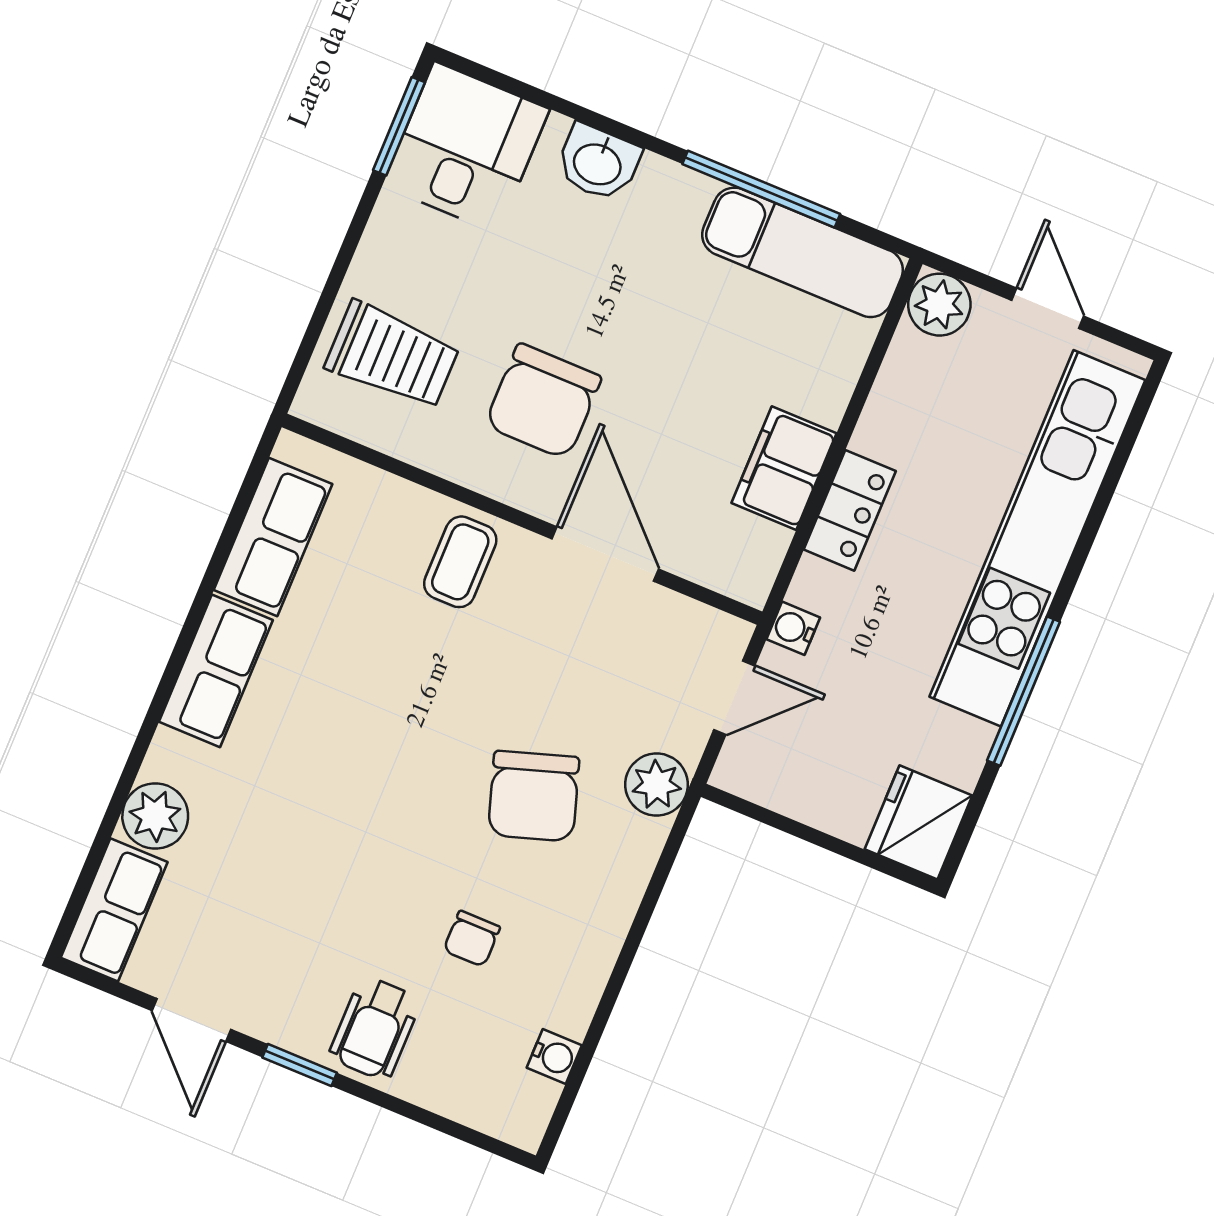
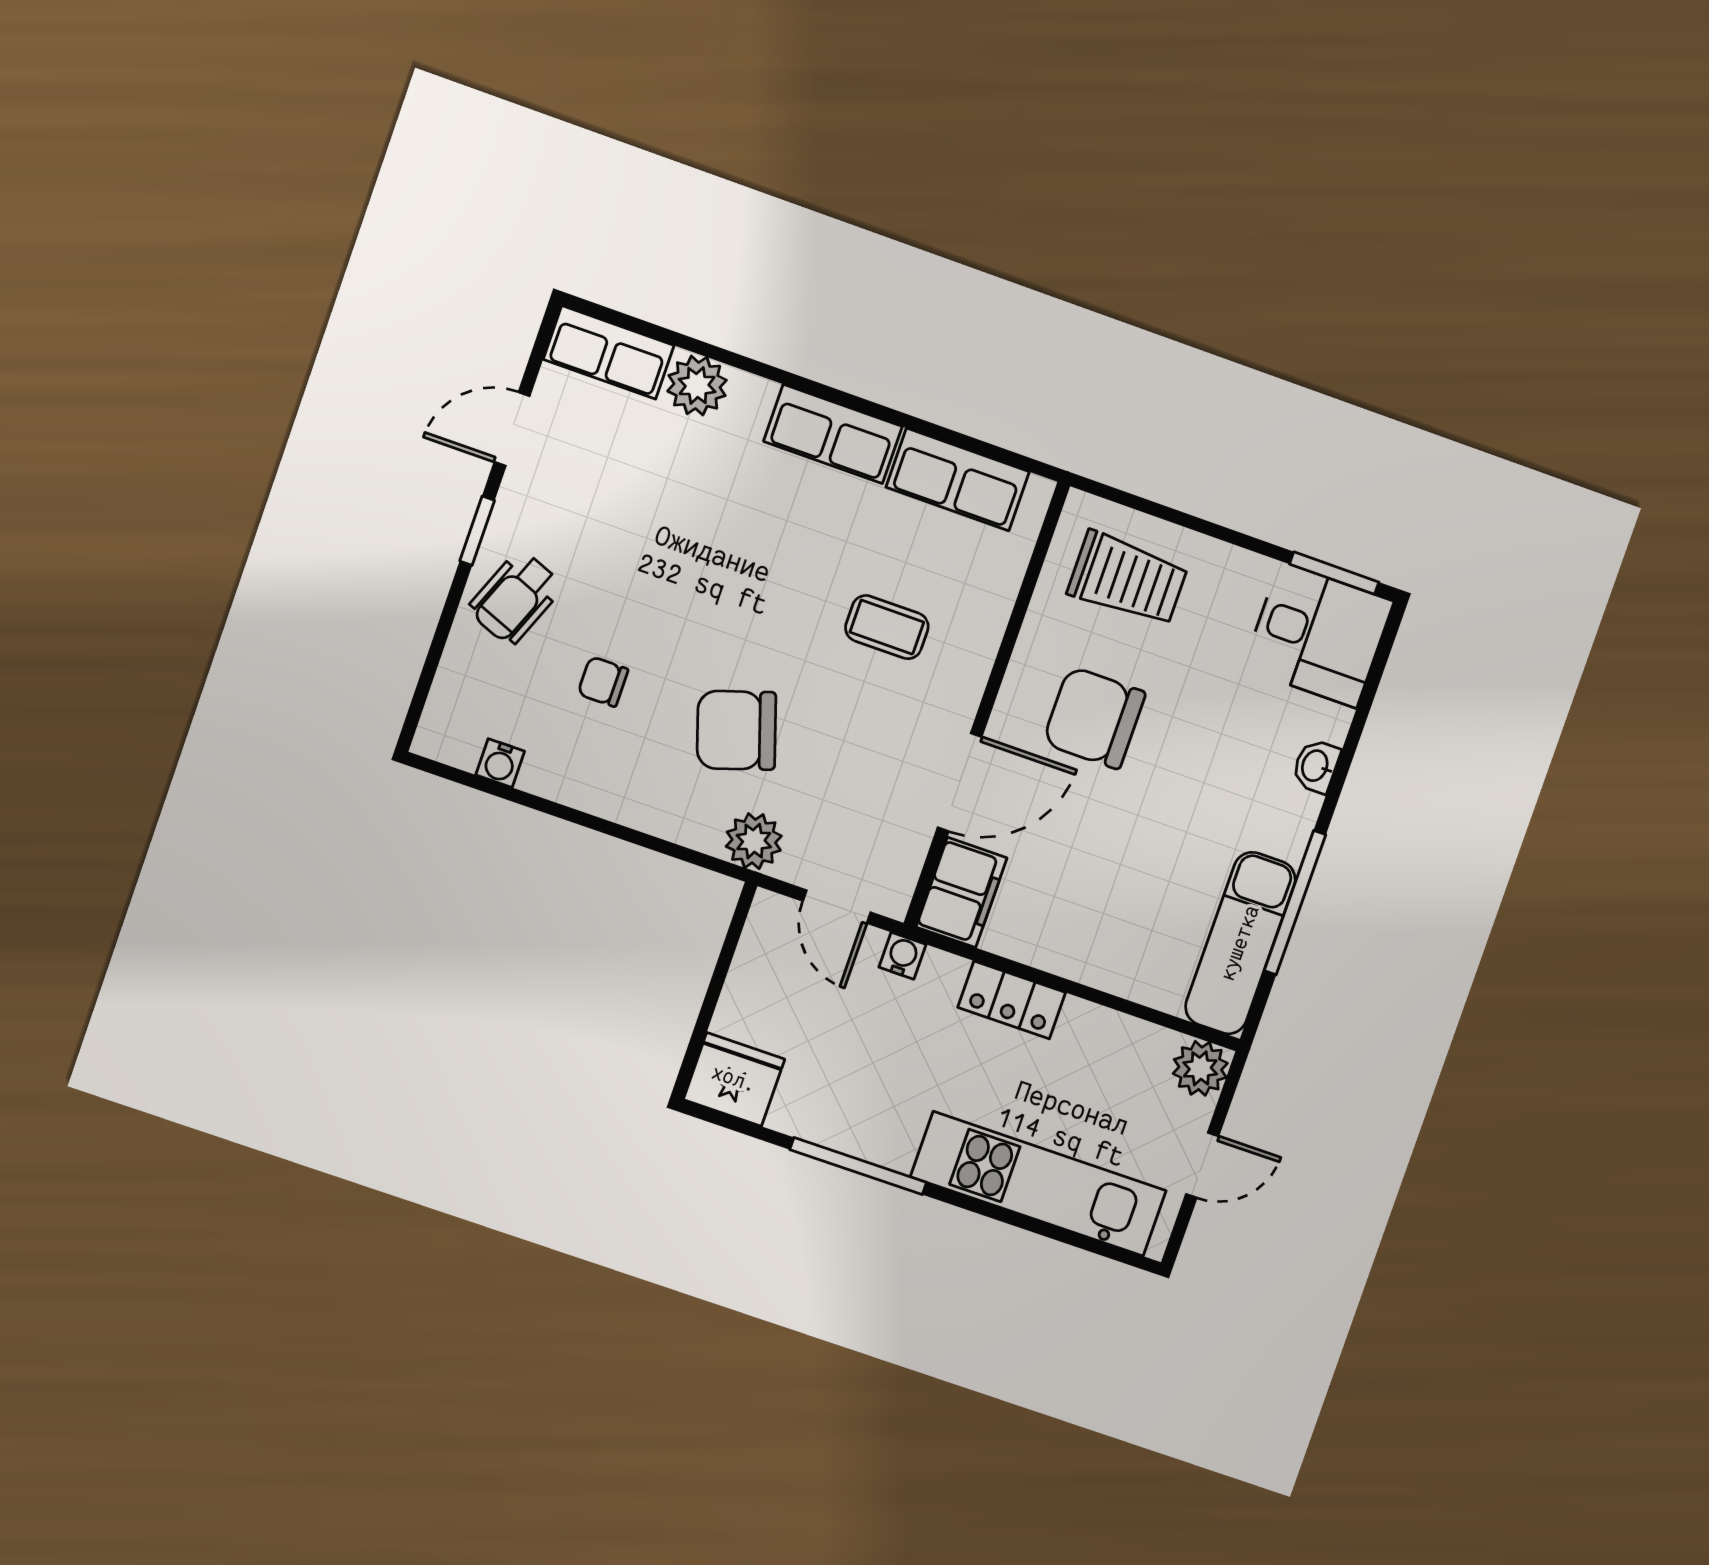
washbasin: (598, 163) -> (1316, 766), width x0.72, depth x0.69
trolley: (392, 356) -> (1128, 579), turned -90
filing cabinet: (784, 468) -> (962, 892), moved, turned 90
kitchen unit: (1037, 538) -> (1038, 1184), width x0.73
coffee table: (460, 562) -> (887, 627), moved
wheelchair: (375, 1028) -> (515, 598), turned -68

